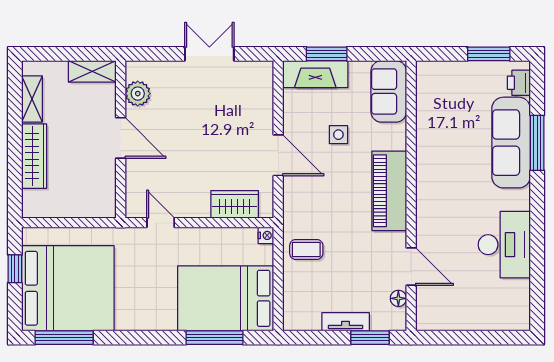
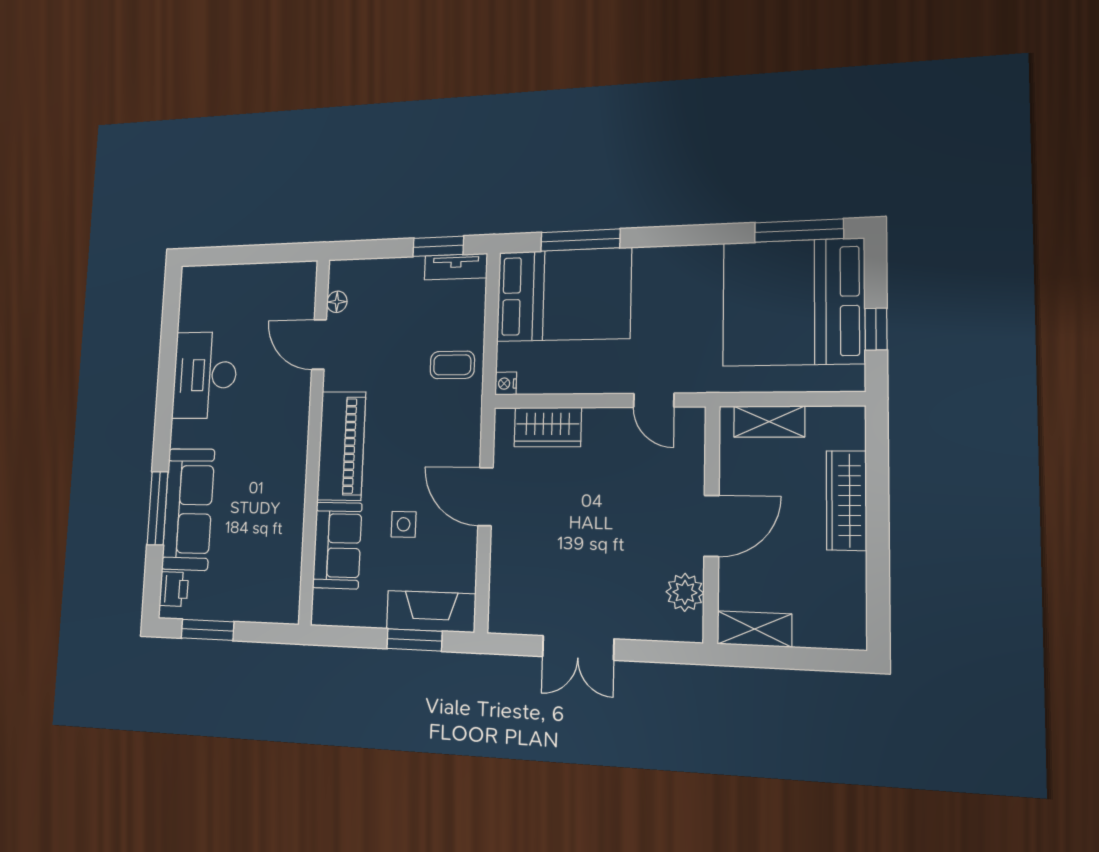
sofa: (389, 91) -> (337, 545), moved
shelving: (32, 99) -> (769, 422), moved, turned 90
door: (121, 138) -> (711, 526), swing flipped
tv unit: (346, 322) -> (456, 267), moved
window: (370, 338) -> (438, 246), moved

